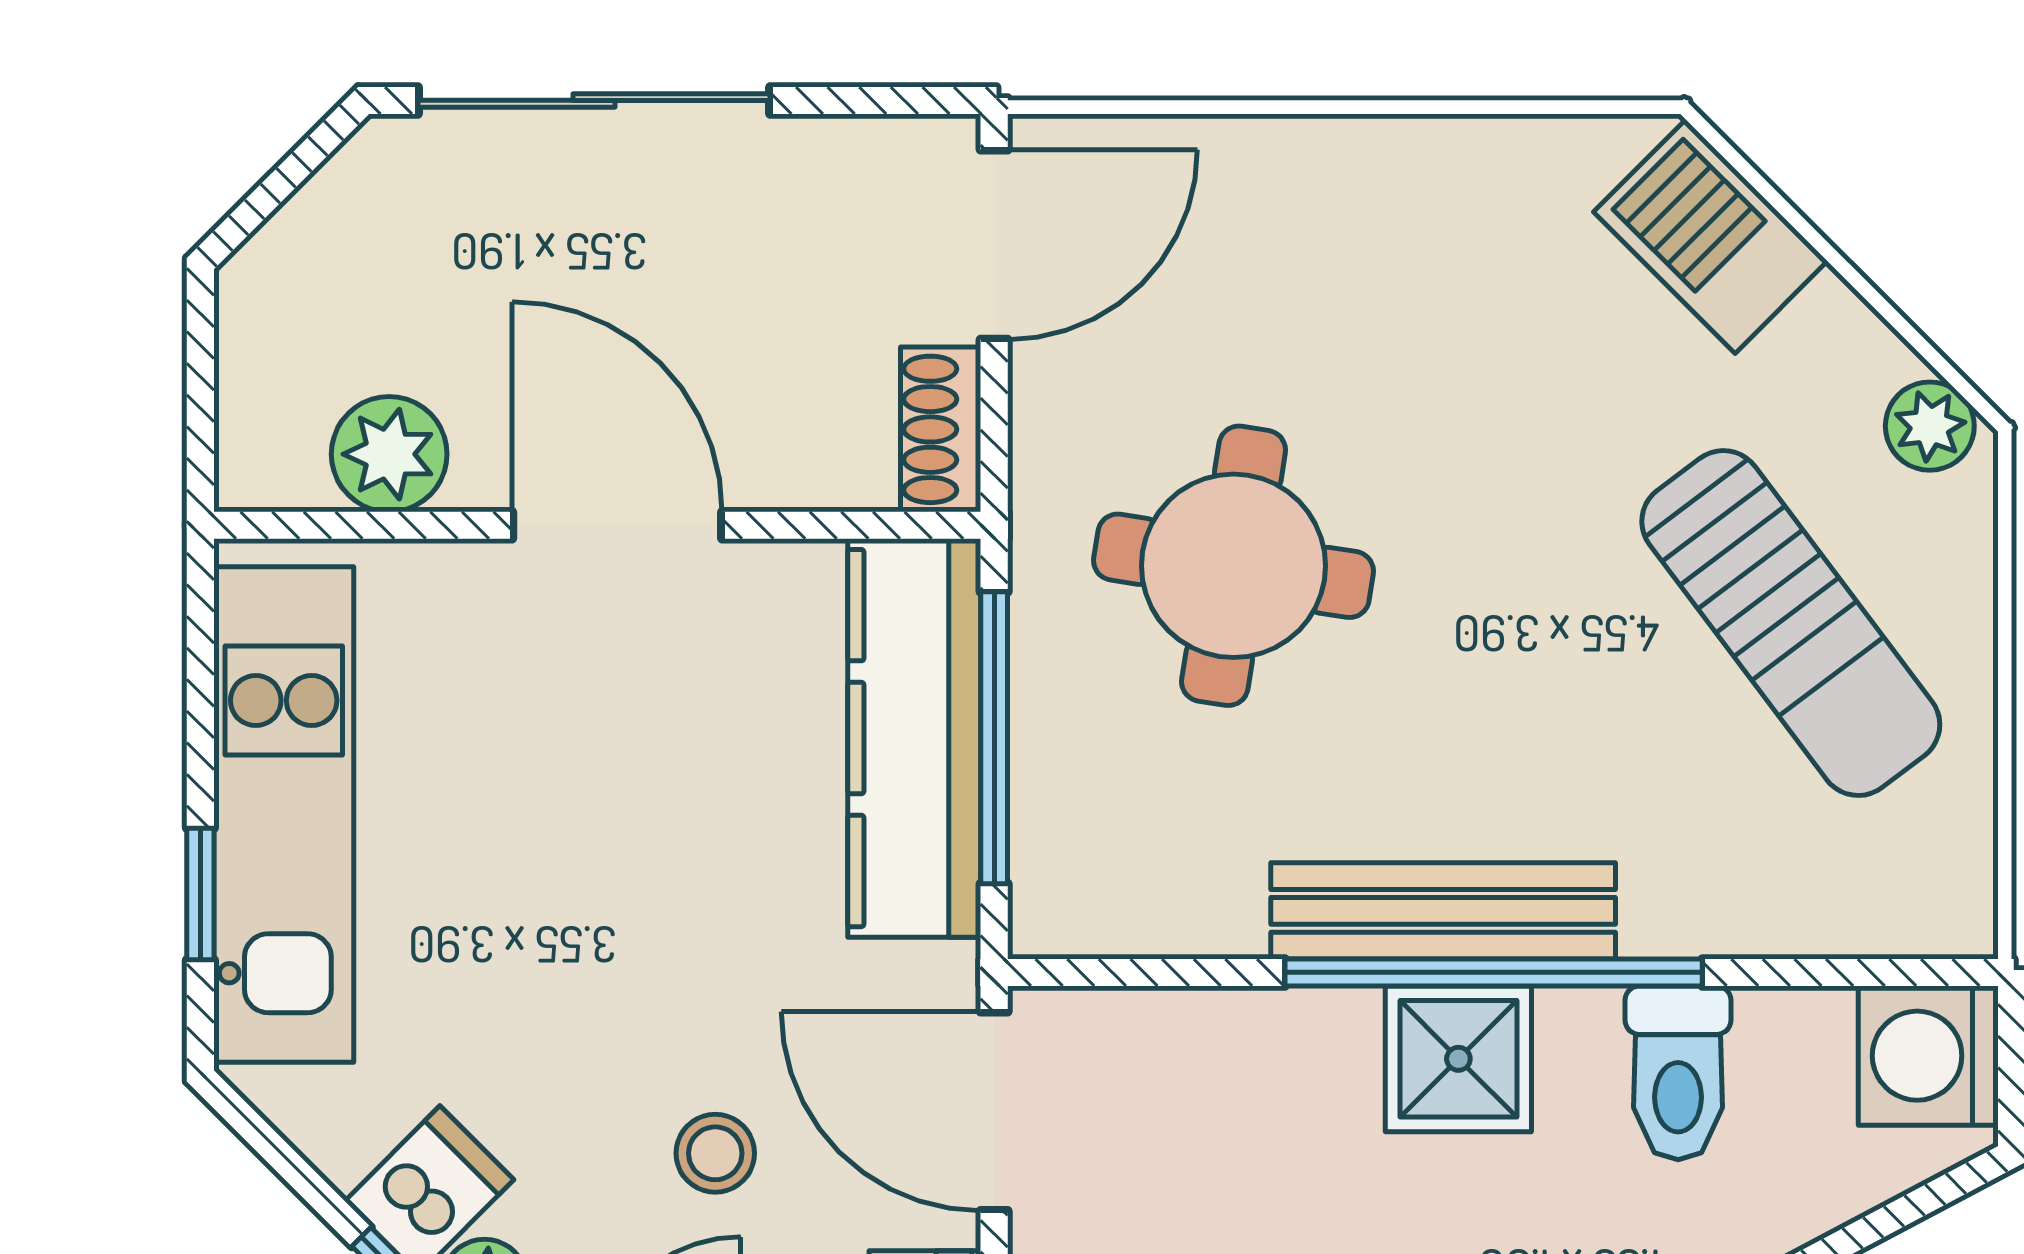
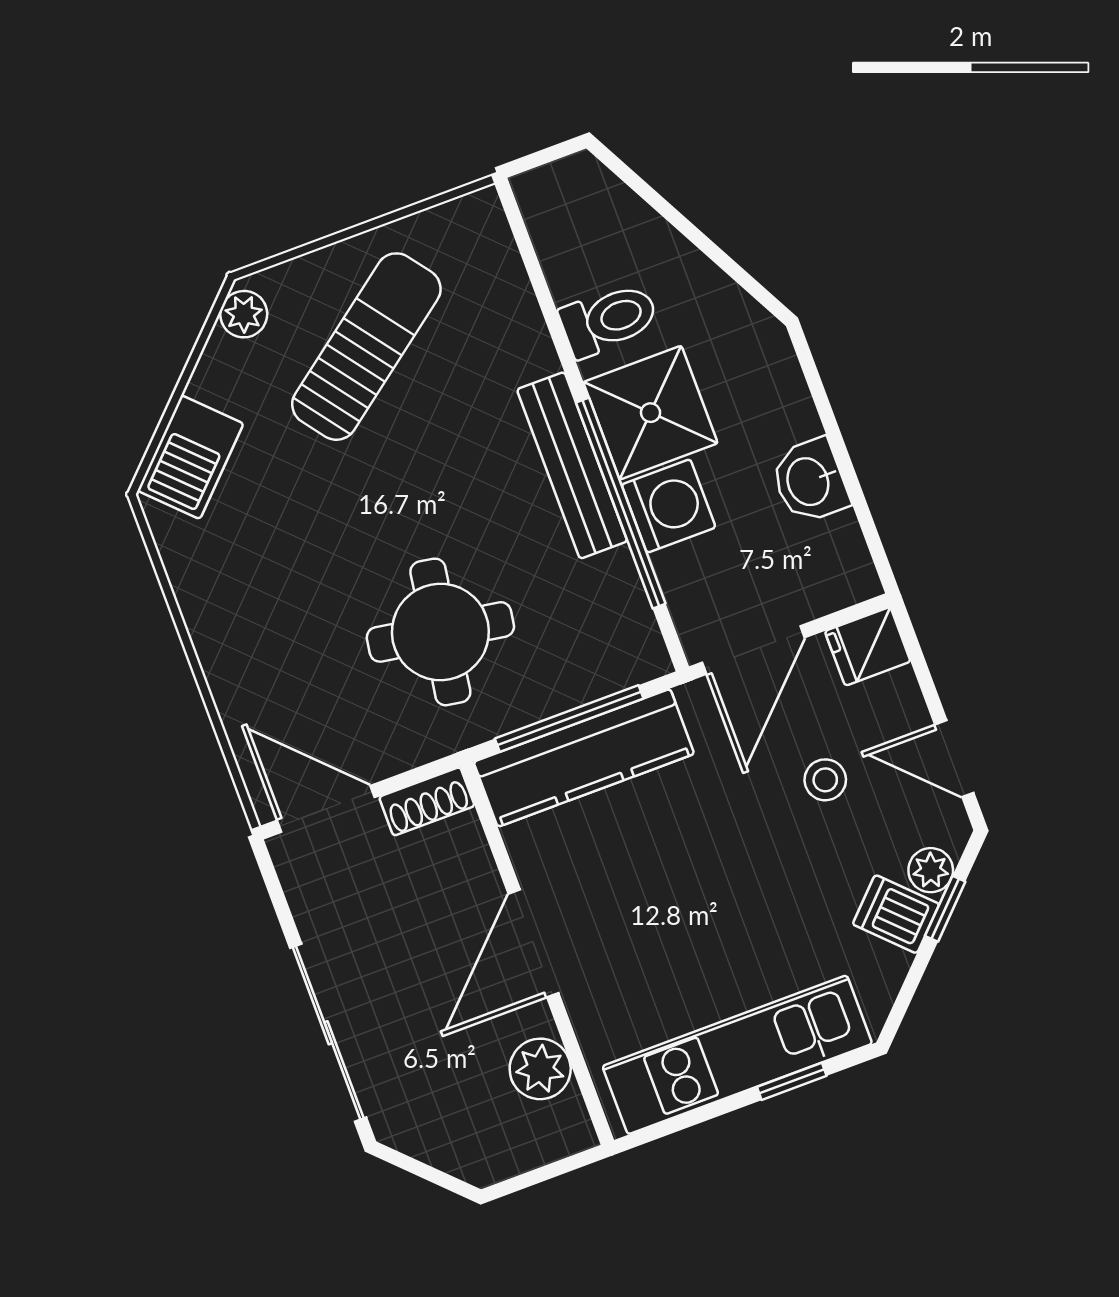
window: (1494, 972) -> (621, 503), moved
washing machine: (1928, 1056) -> (669, 506), moved, turned -90
shower: (1458, 1059) -> (651, 413), width x1.36, depth x1.36

